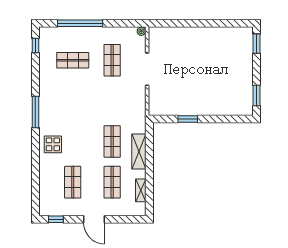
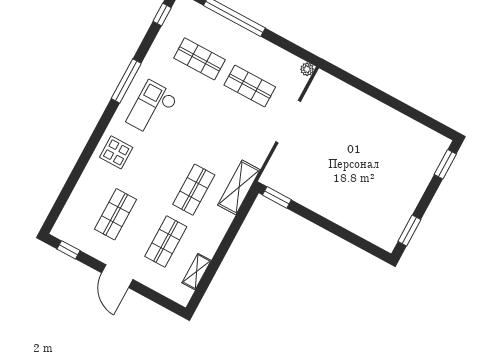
shop shelf: (112, 60) -> (250, 86), turned 90
checkout: (60, 106) -> (152, 109), added
window: (35, 112) -> (126, 81), moved
window: (188, 119) -> (277, 197), moved
shelving: (139, 152) -> (239, 187), moved

